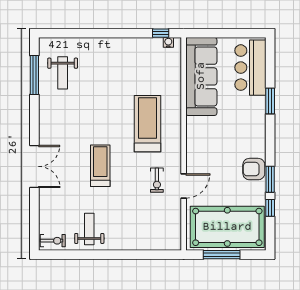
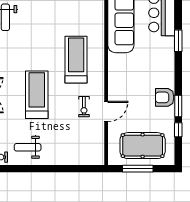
treadmill: (100, 166) -> (37, 95), width x1.37, depth x1.37
pool table: (227, 227) -> (143, 146), width x0.73, depth x0.76
weight bench: (89, 229) -> (28, 147), turned -90

